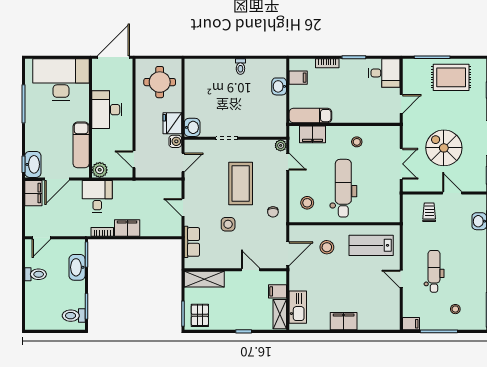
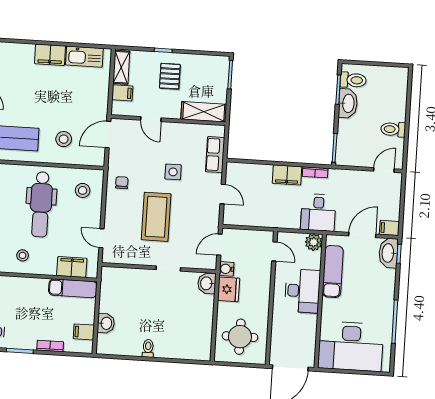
desk: (107, 110) -> (302, 291), moved
plant: (281, 145) -> (108, 257), removed
filing cabinet: (33, 193) -> (389, 228), width x0.50
washbasin: (77, 267) -> (348, 103), moved
kitchen sink: (298, 307) -> (84, 57), moved, turned -90
pallet: (200, 315) -> (170, 76), moved

